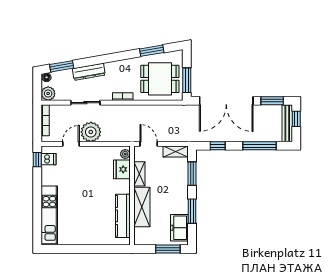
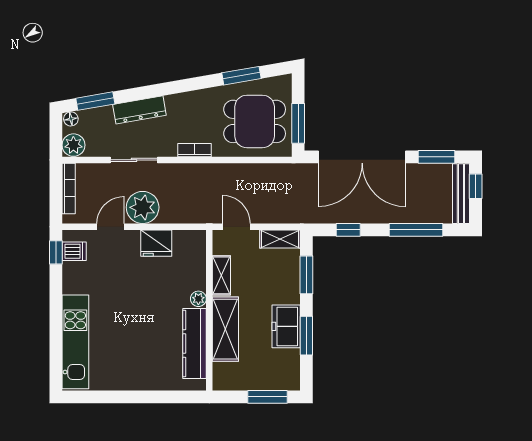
plant: (125, 154) -> (198, 299), moved
fridge: (122, 169) -> (156, 243), moved, turned -90
freezer: (179, 228) -> (286, 326), moved

